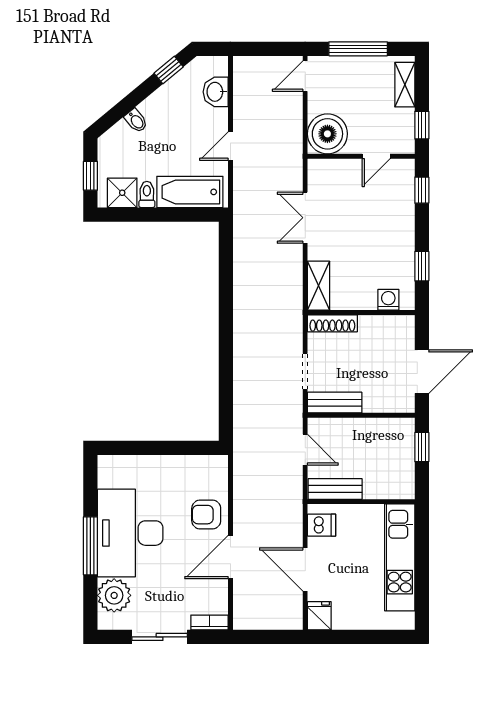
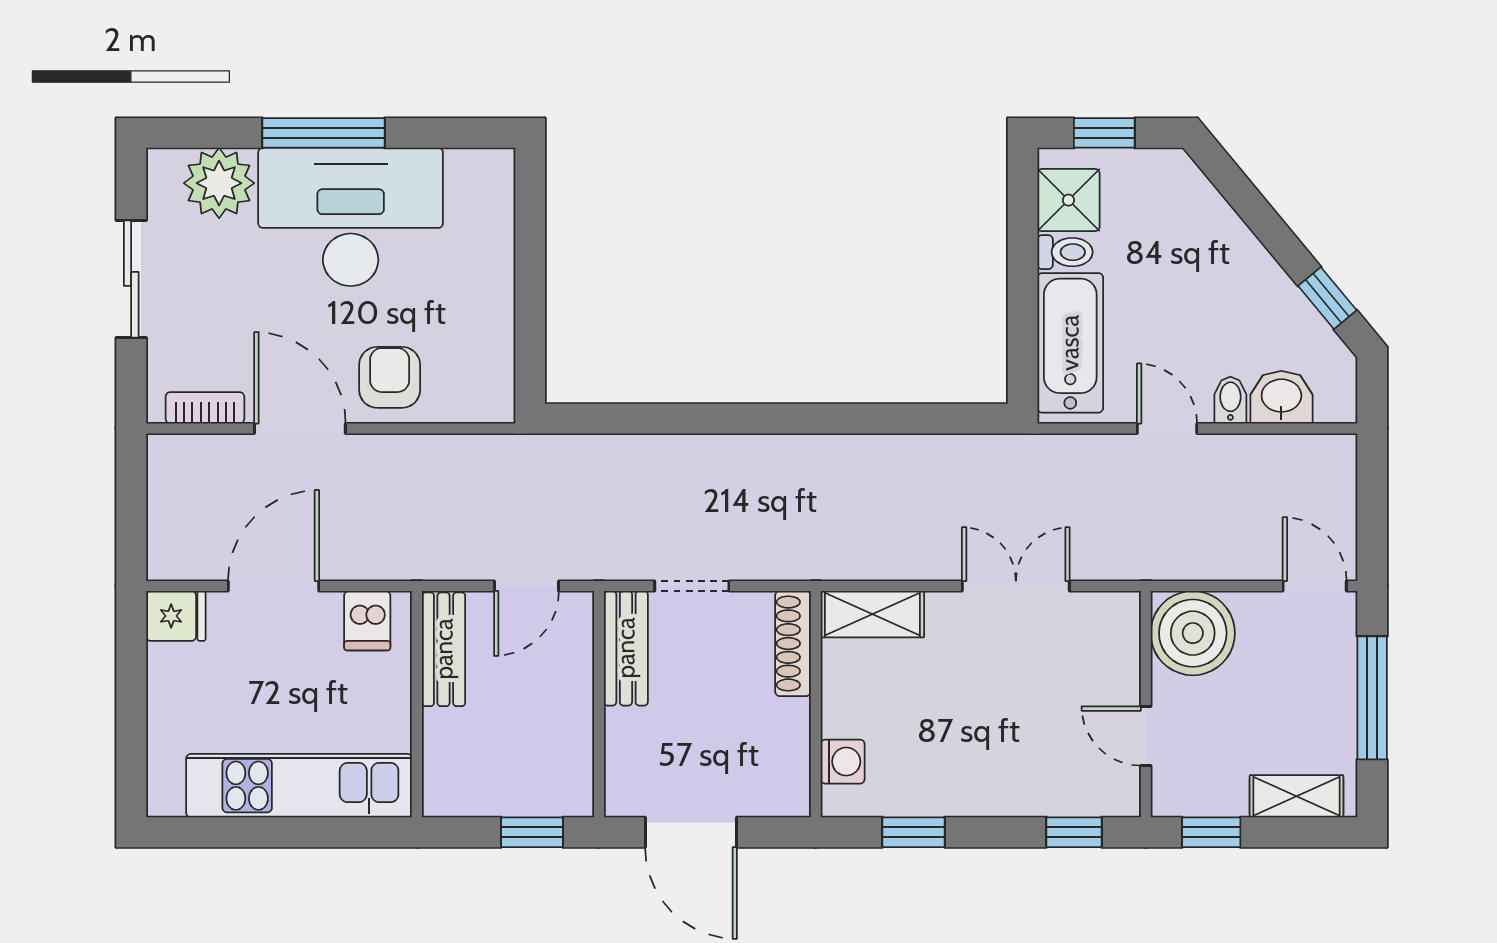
bidet: (136, 121) -> (1230, 400), moved, turned 130
bookcase: (209, 623) -> (205, 408), moved, turned -90

